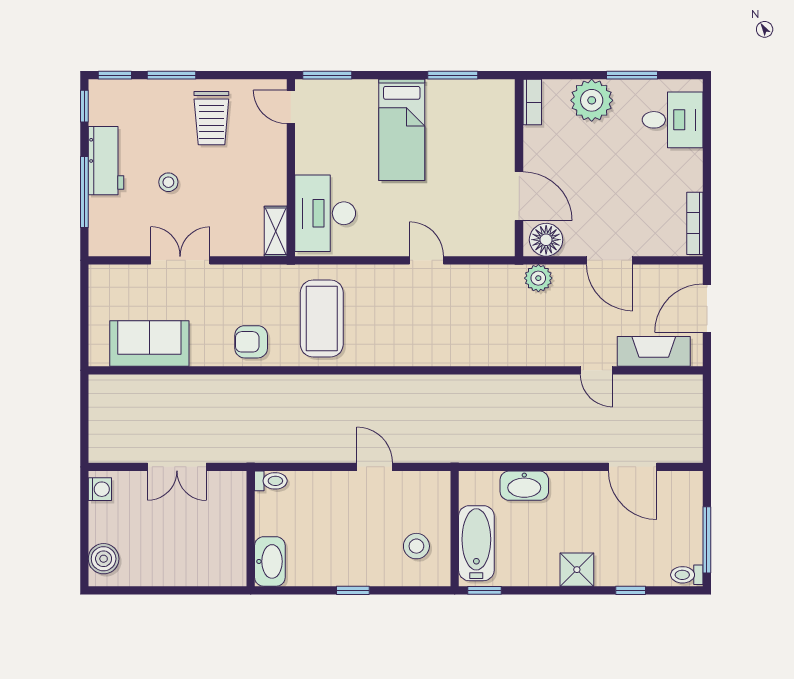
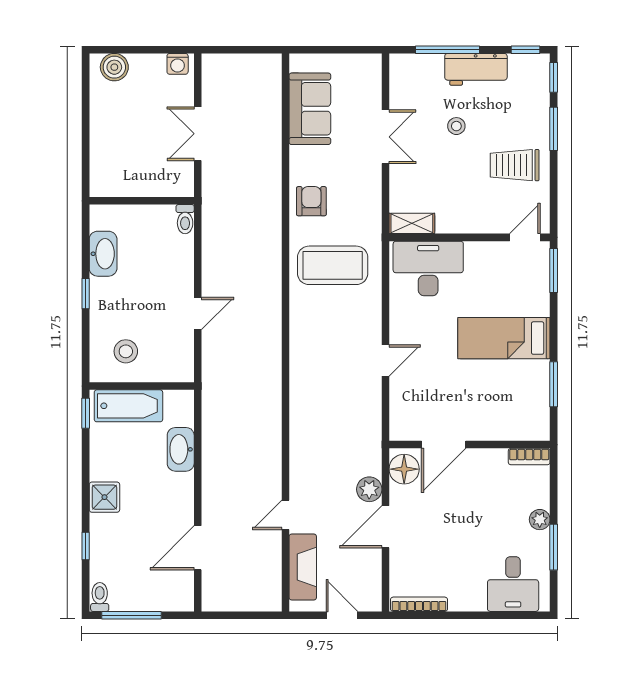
plant: (592, 100) -> (540, 520), width x0.53, depth x0.53
plant: (538, 278) -> (369, 489), moved
door: (707, 308) -> (342, 615), width x0.73
washbasin: (270, 561) -> (103, 254), moved, turned -90

